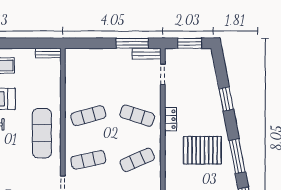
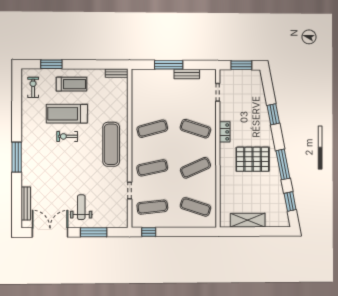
window: (132, 43) -> (169, 65), moved
bench: (147, 54) -> (187, 74), moved

